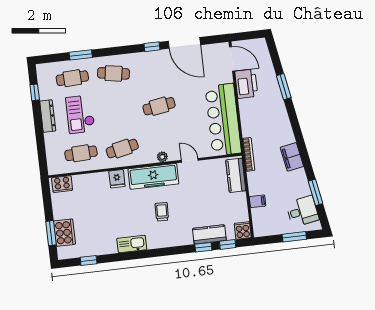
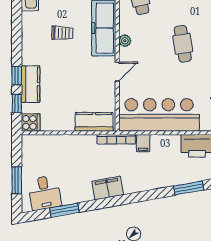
filing cabinet: (257, 201) -> (143, 143), moved

